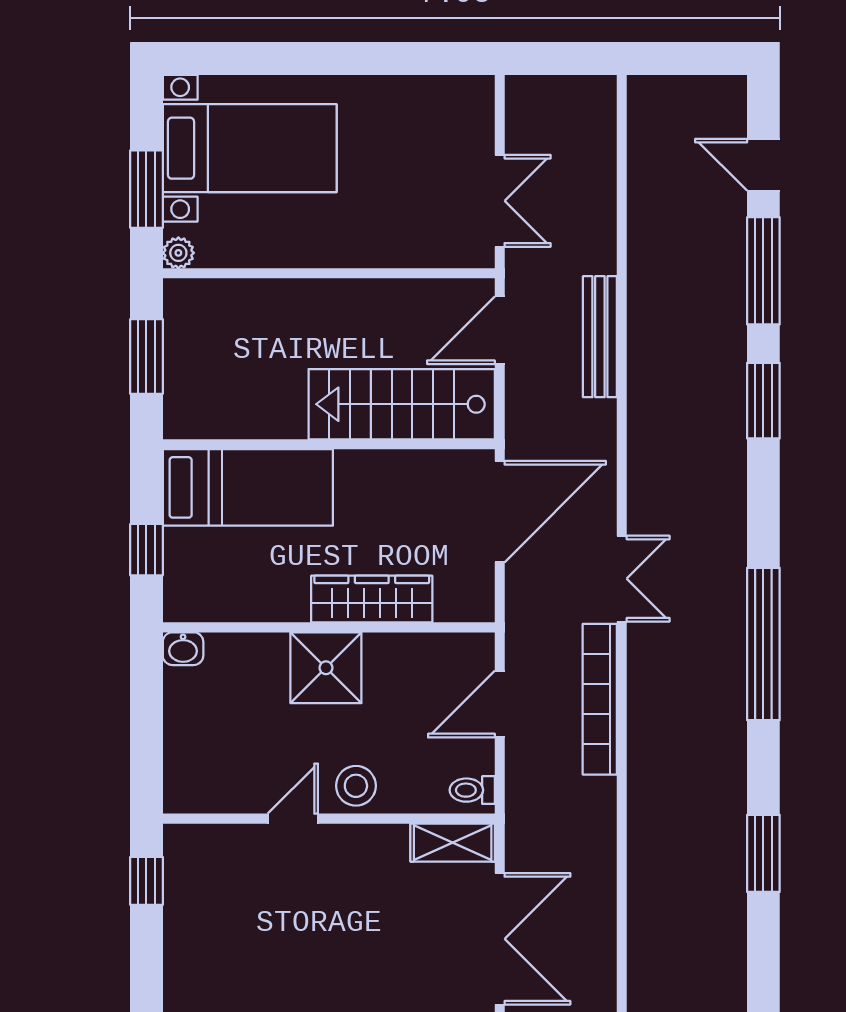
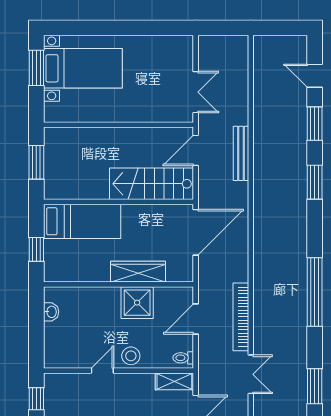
window: (146, 189) -> (36, 68), moved
plant: (178, 253) -> (51, 116), removed
window: (763, 271) -> (315, 124), width x0.69
double door: (622, 579) -> (251, 374), moved
washbasin: (183, 649) -> (51, 312), moved, turned -90
shower: (326, 668) -> (137, 303), moved

